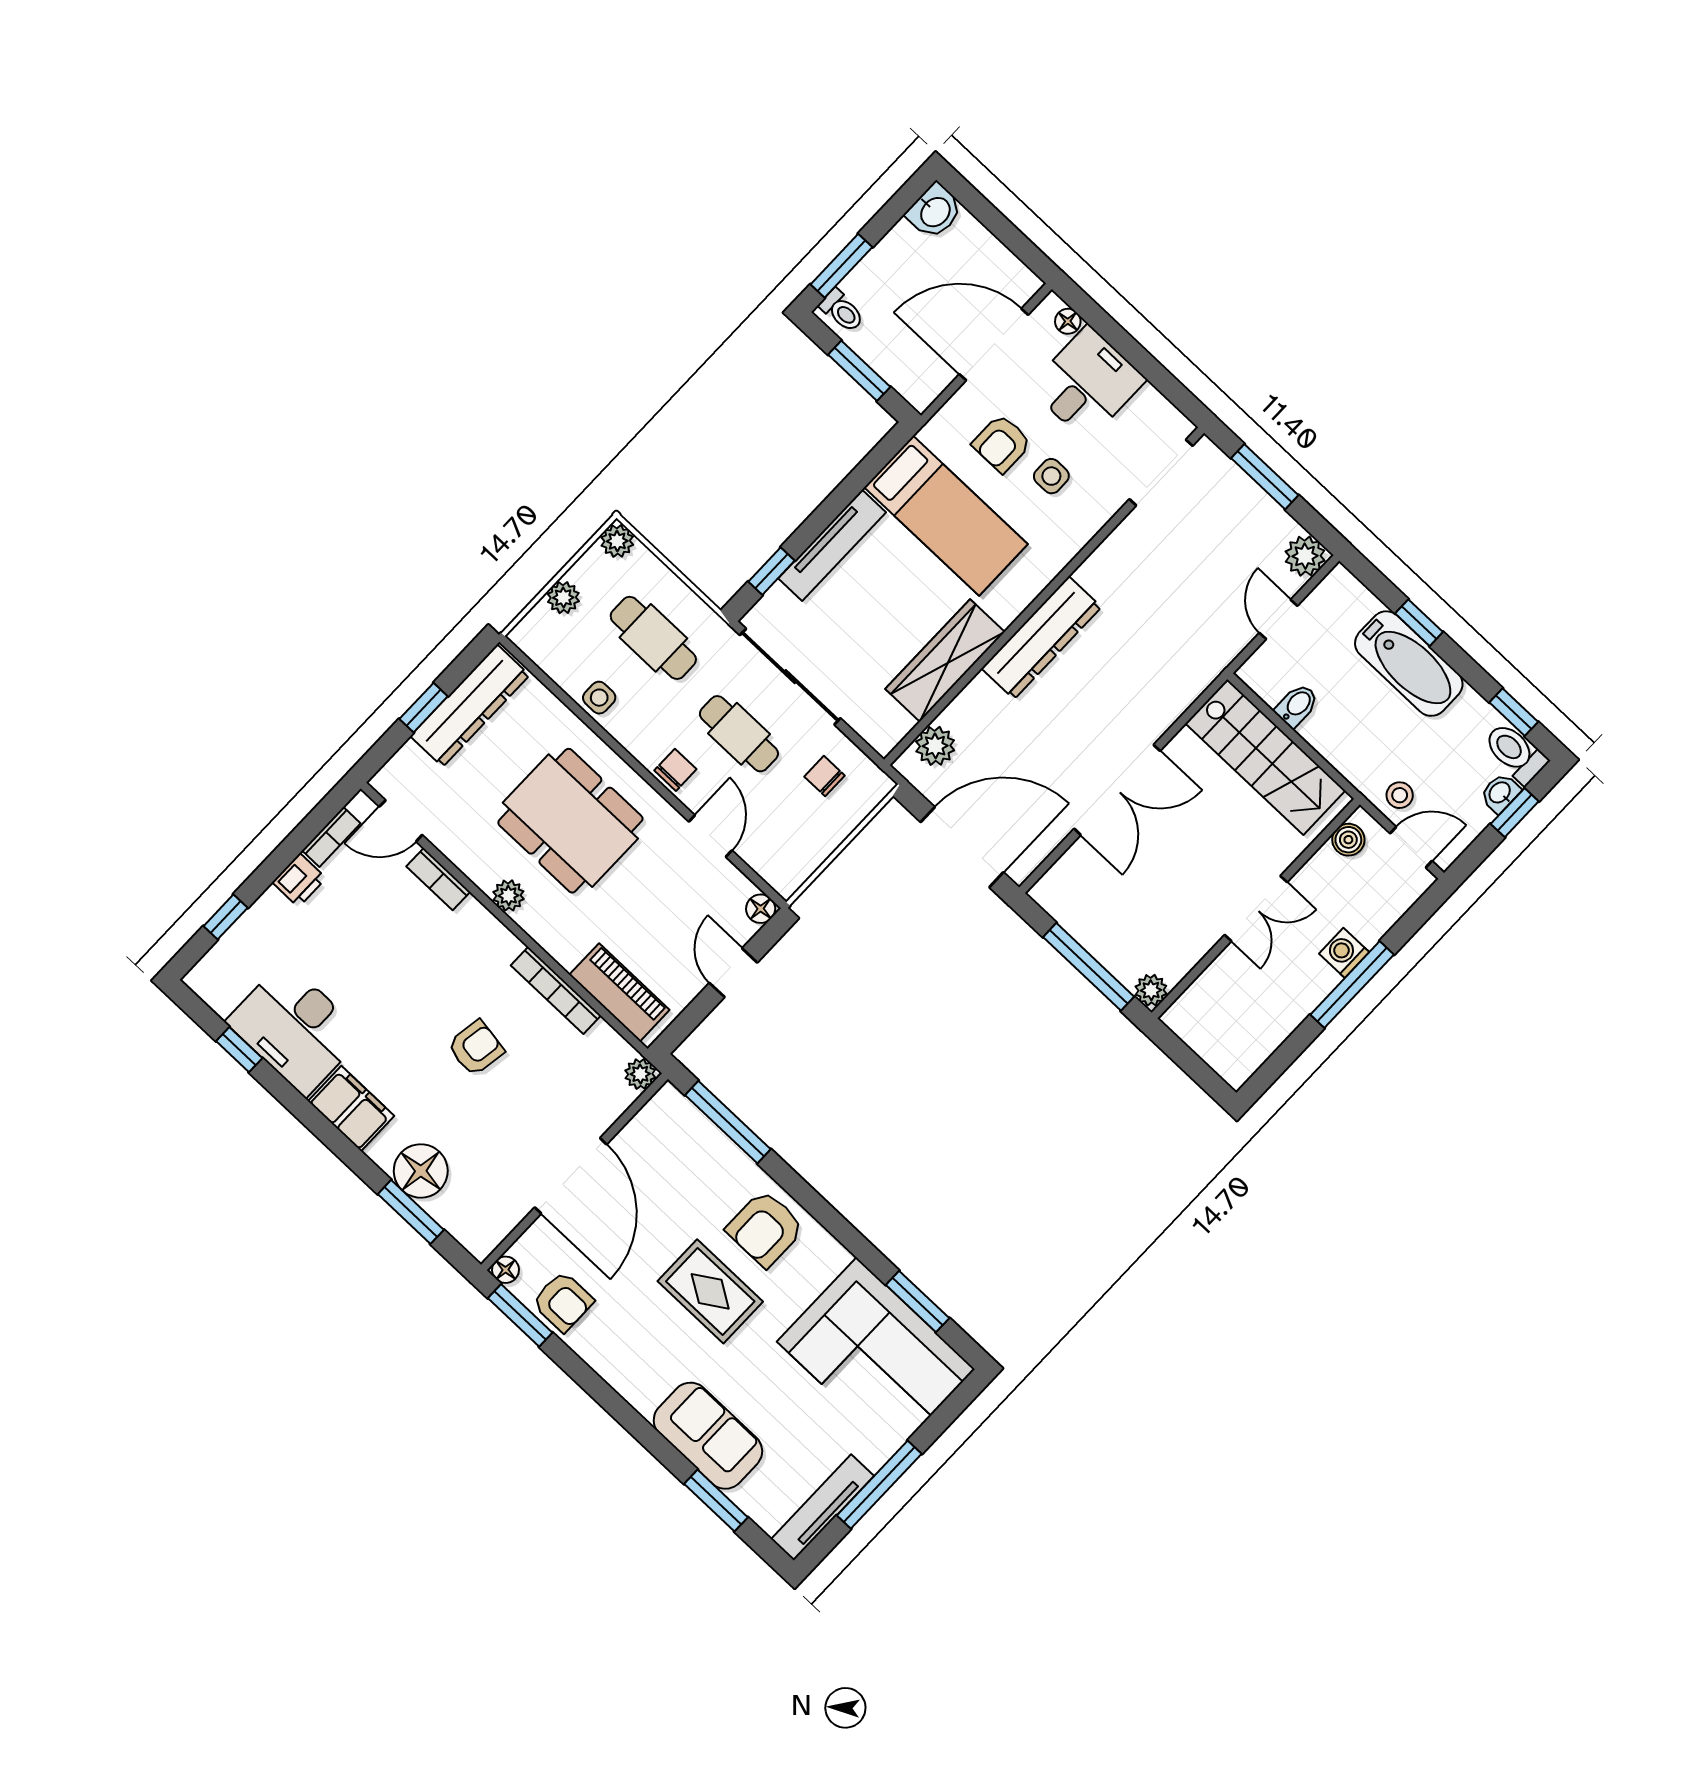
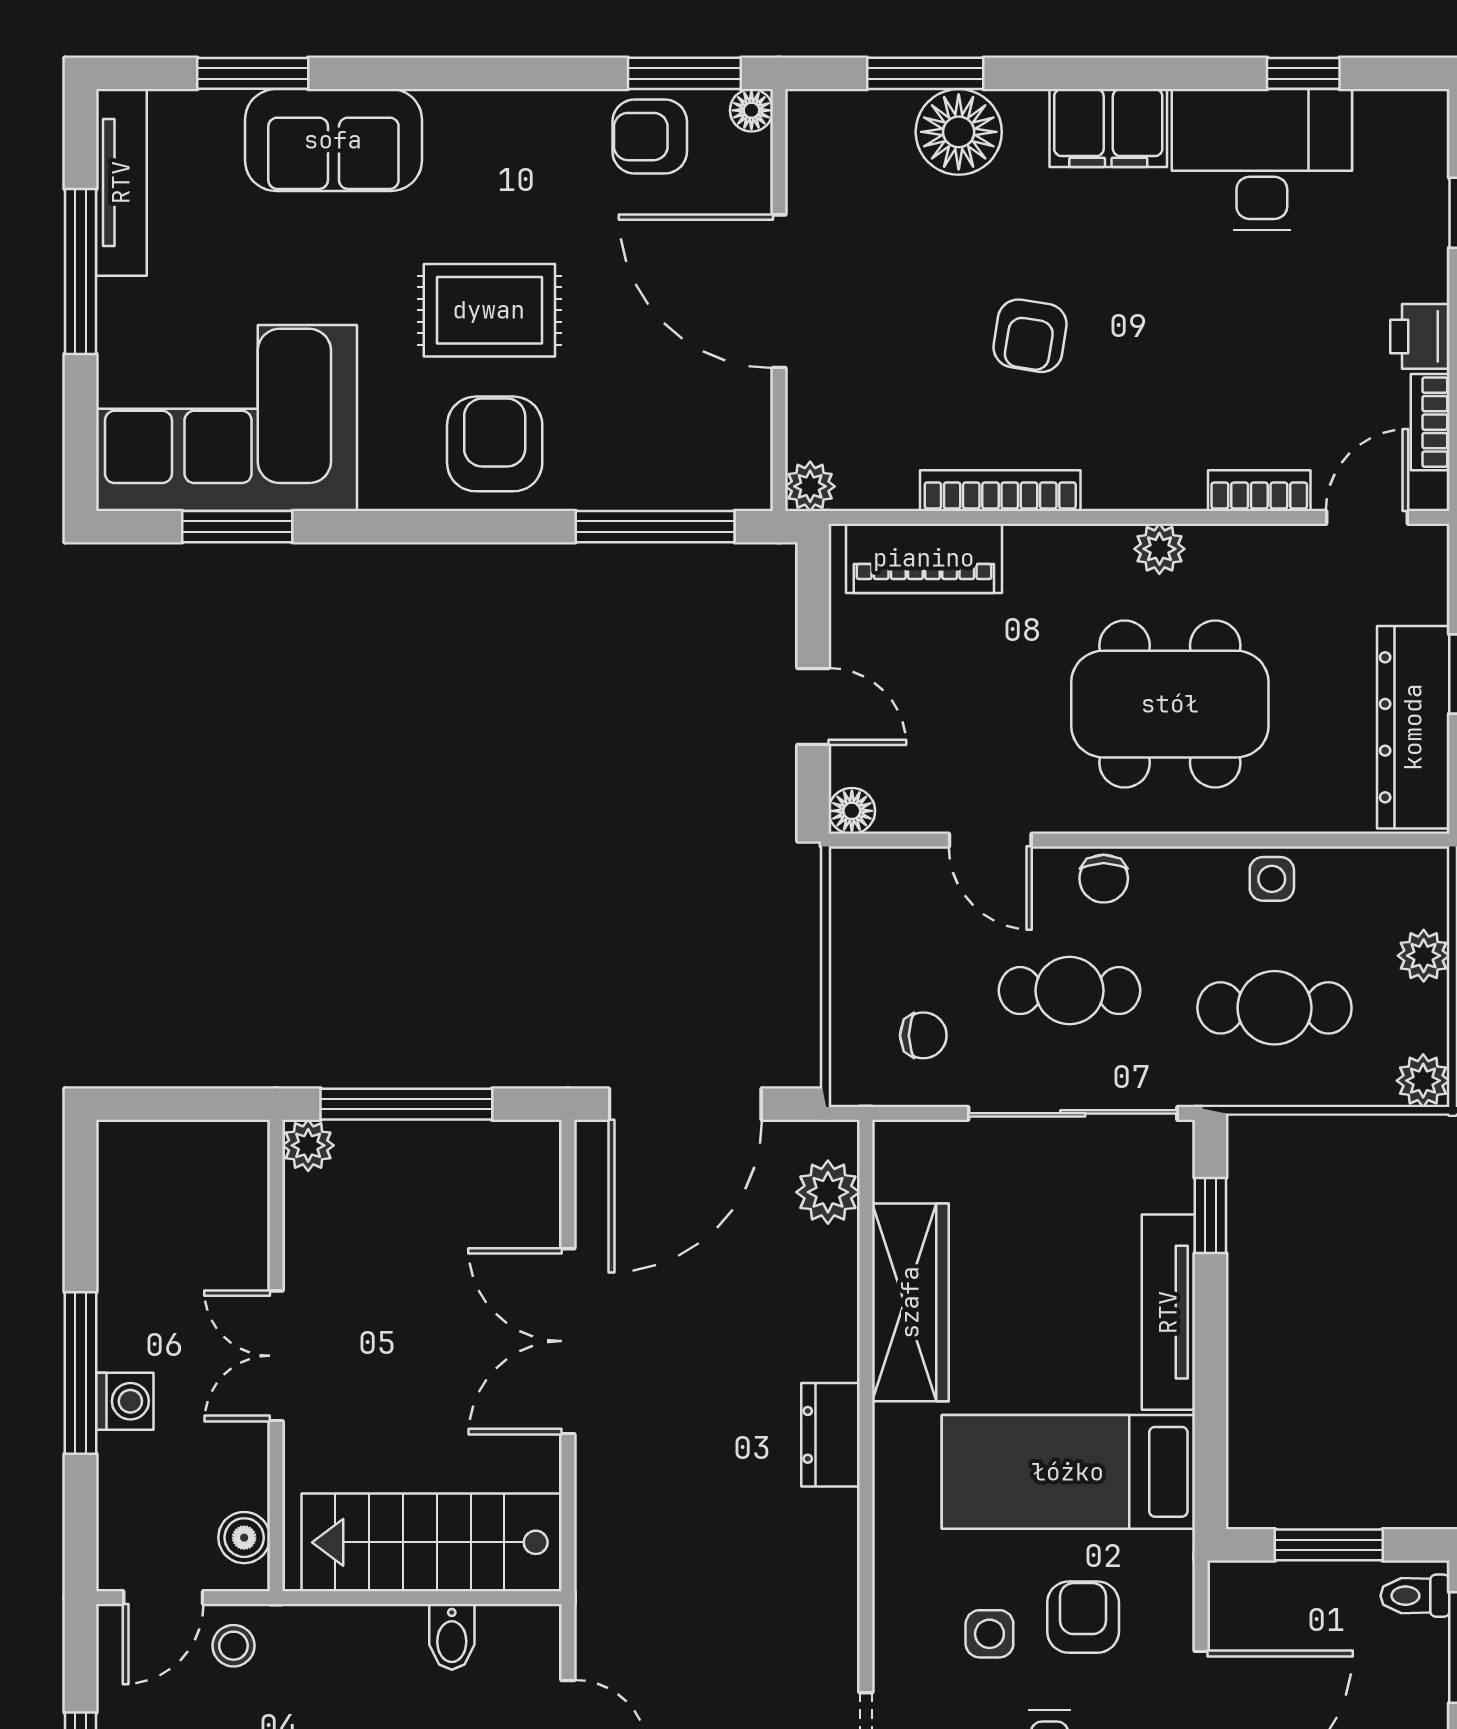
dresser: (1041, 638) -> (830, 1435), width x0.51, depth x0.80

